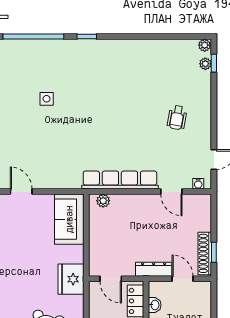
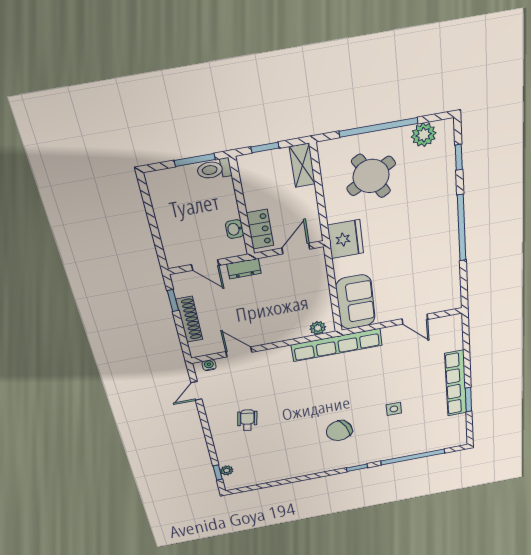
plant: (205, 45) -> (231, 485), removed
chair: (98, 85) -> (339, 431), added
row of seats: (120, 180) -> (337, 345), moved
shoe rack: (205, 253) -> (189, 319), moved
dresser: (154, 269) -> (244, 269), width x0.70
door: (111, 279) -> (296, 249), hinge flipped

